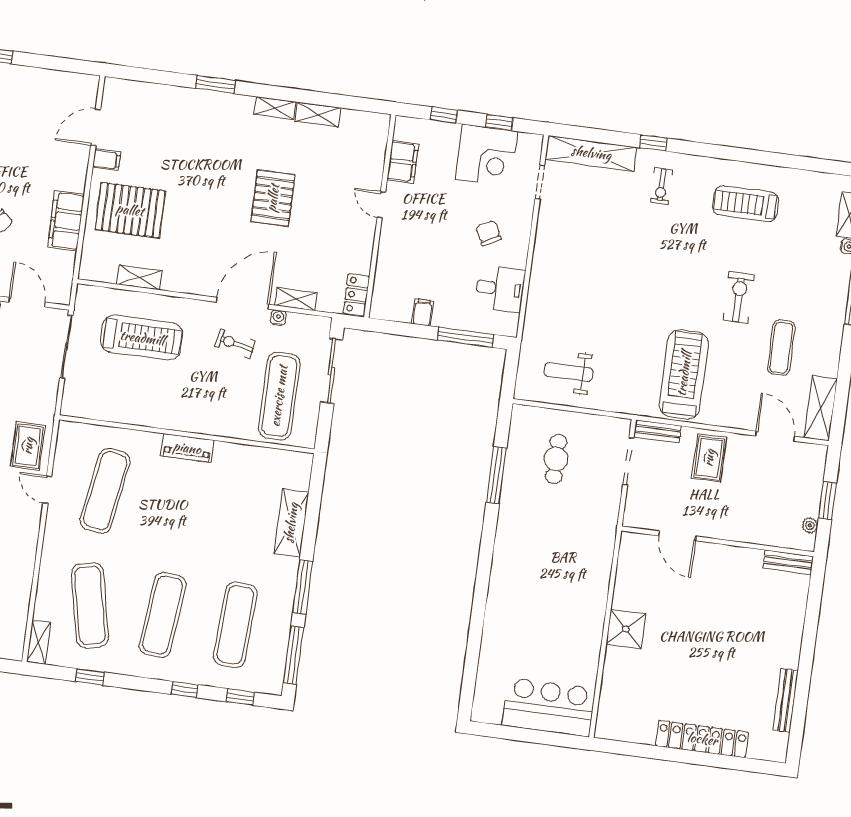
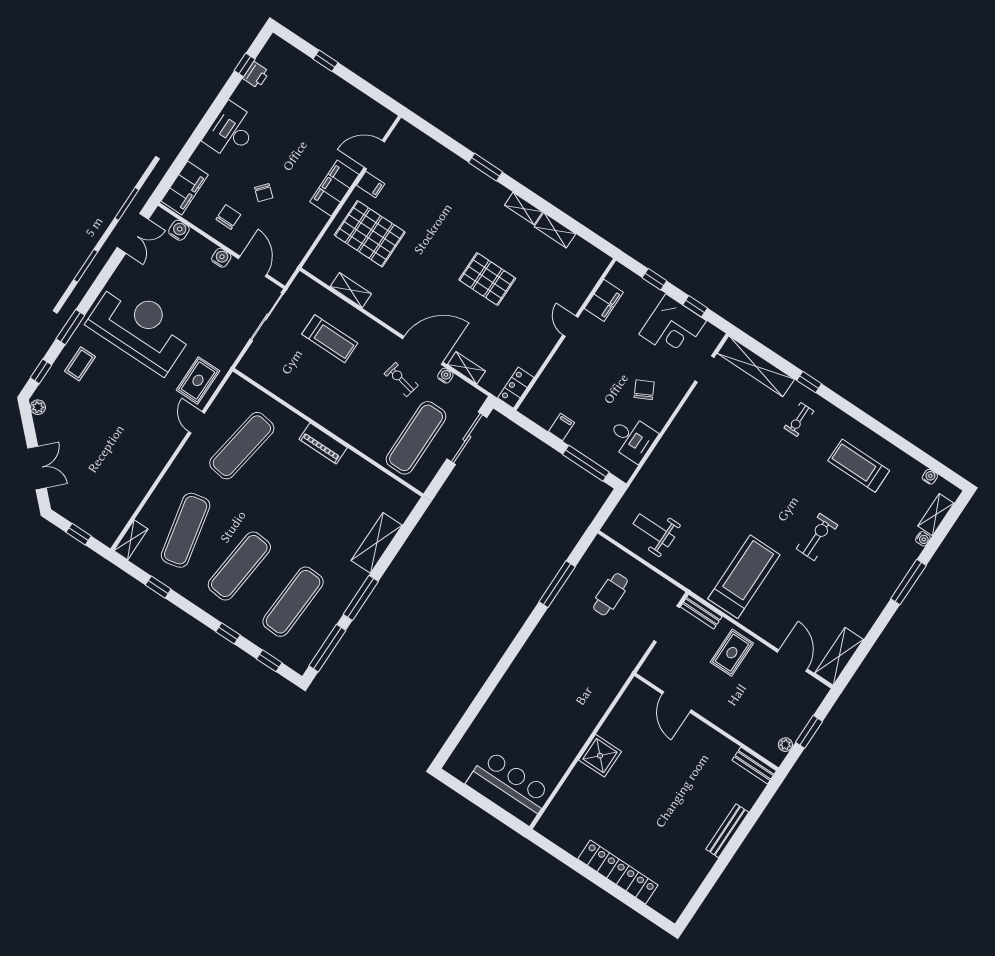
water cooler: (824, 180) -> (930, 477), added
pallet: (273, 198) -> (487, 279), turned 90
filing cabinet: (66, 221) -> (334, 188), moved
treadmill: (142, 338) -> (330, 339), width x0.73, depth x0.73
exercise mat: (781, 348) -> (831, 593), removed
bench: (786, 700) -> (727, 831), moved

